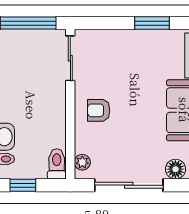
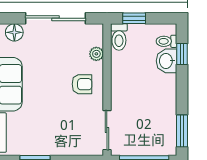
plant: (82, 162) -> (96, 54), moved
window: (23, 185) -> (134, 18), moved

